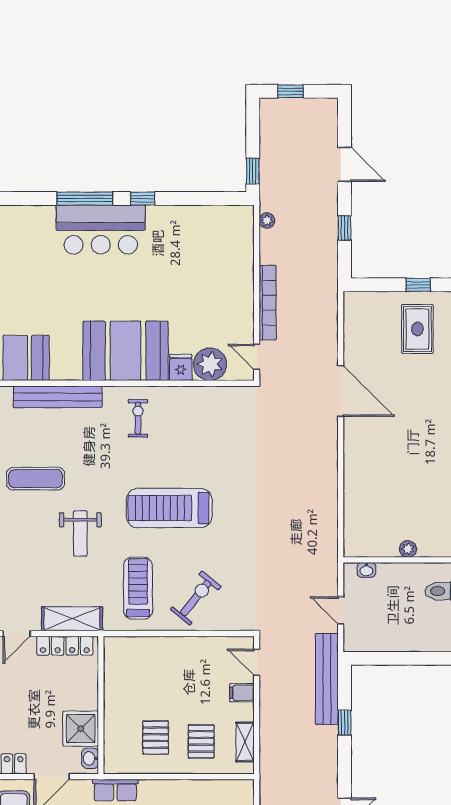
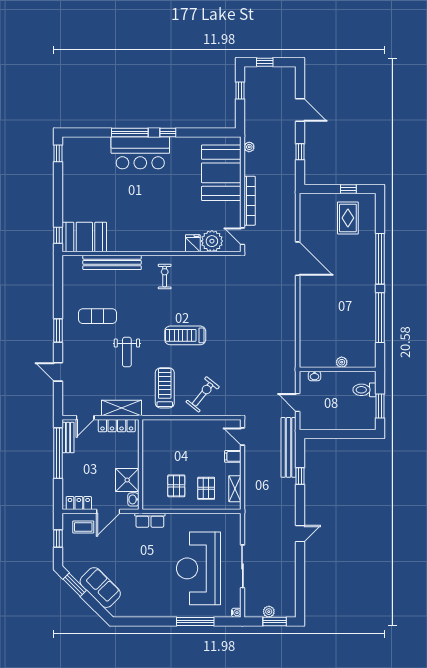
window: (253, 171) -> (240, 91), moved
booth: (126, 351) -> (221, 173), moved, turned 90
treadmill: (169, 508) -> (185, 335), width x0.73, depth x0.73

